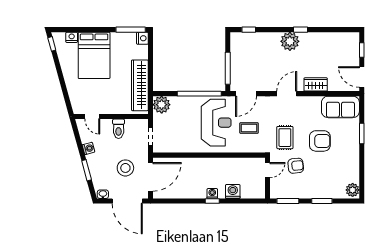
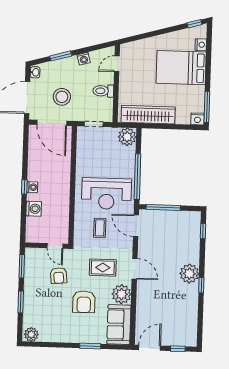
wardrobe: (316, 84) -> (143, 299), removed
plant: (311, 105) -> (122, 294), added
rug: (285, 138) -> (103, 268), moved

